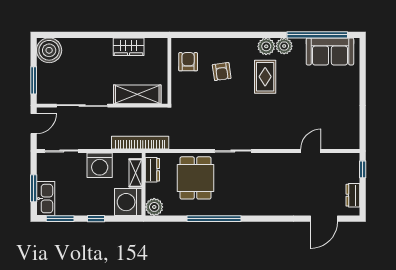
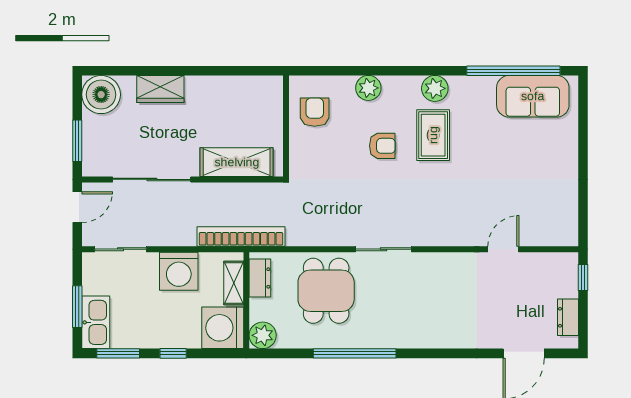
plant: (284, 46) -> (368, 88), moved
wardrobe: (129, 47) -> (160, 89), moved
armchair: (222, 72) -> (382, 146), moved, turned -82

